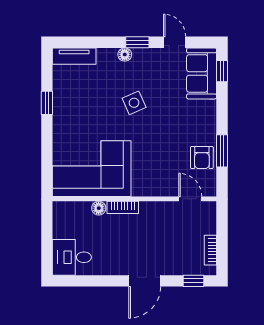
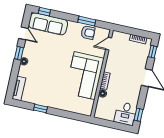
door: (175, 42) -> (23, 33), swing flipped
sofa: (202, 73) -> (48, 24), width x1.36
side table: (134, 103) -> (51, 62), removed
corner sofa: (92, 169) -> (85, 76), moved
window: (75, 281) -> (138, 115), added

